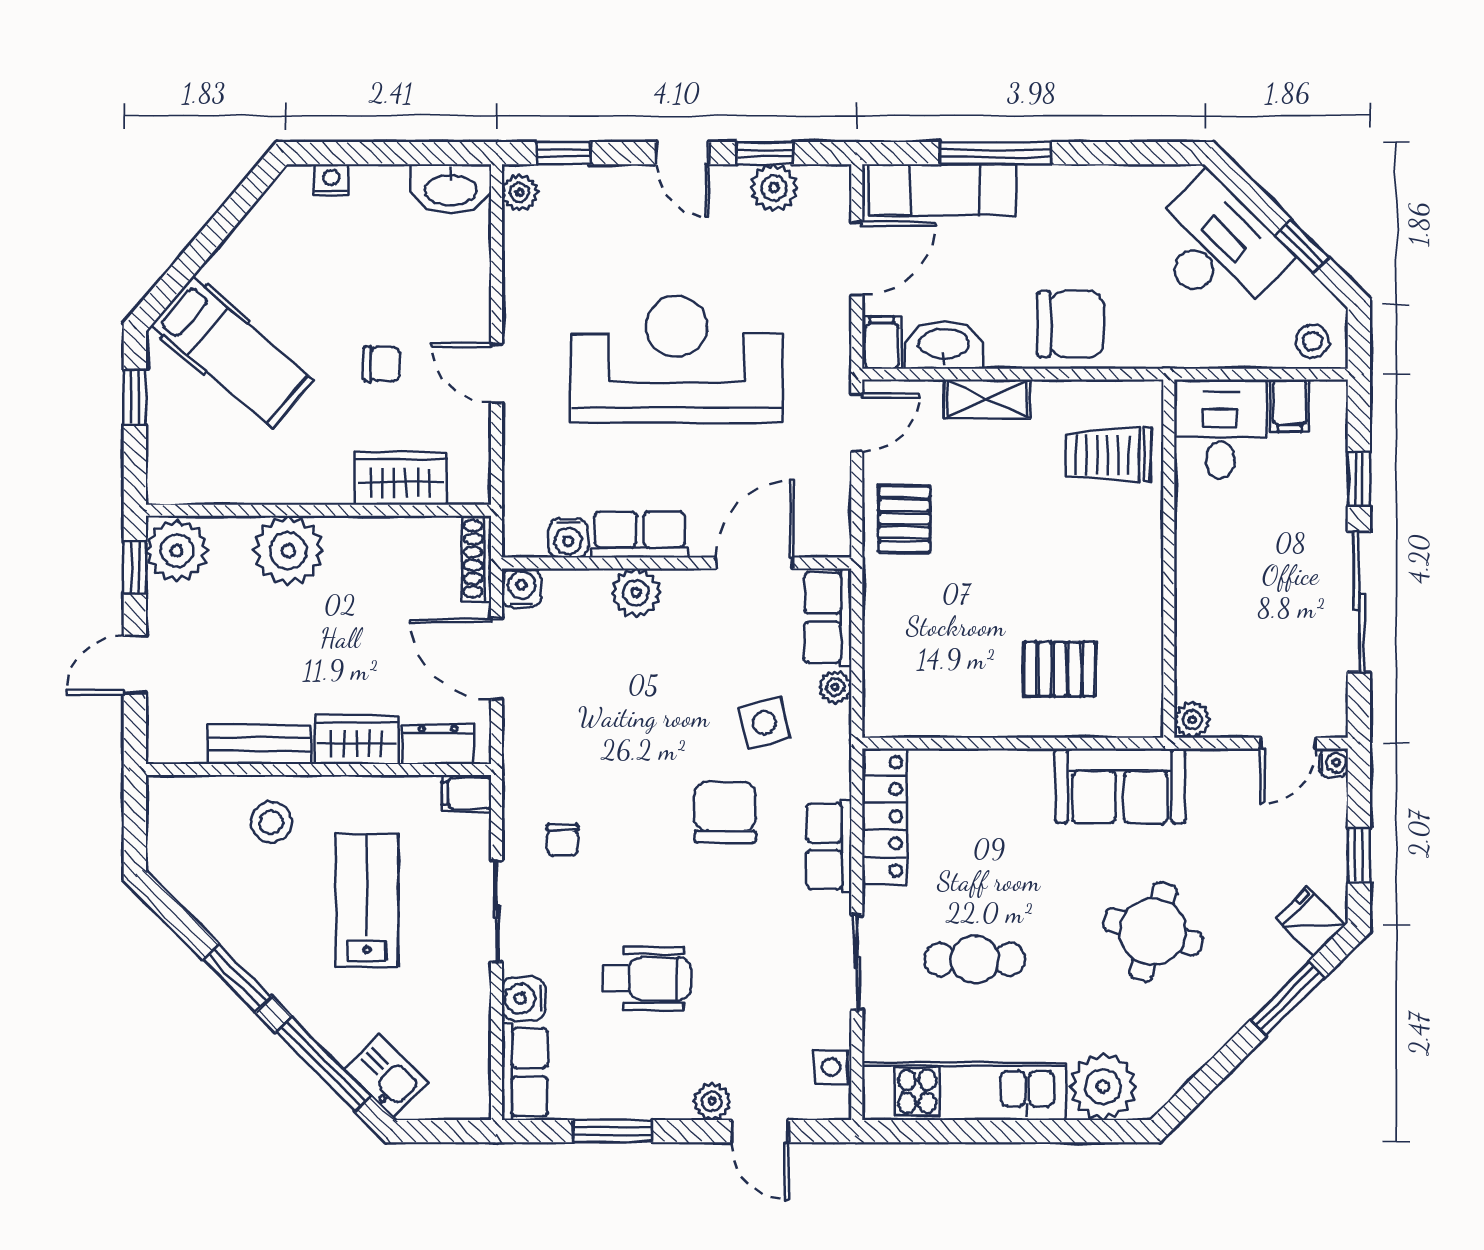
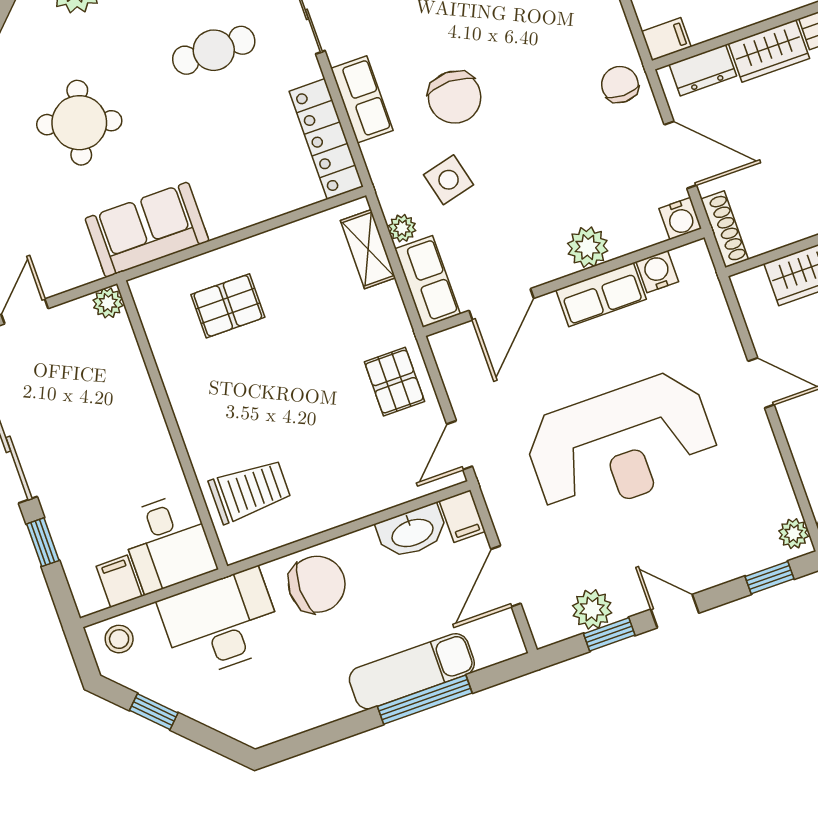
exam couch: (943, 190) -> (412, 671), moved
desk: (1216, 247) -> (221, 623), moved, turned 135
chair: (1071, 324) -> (317, 584), turned 180
shelving: (987, 399) -> (368, 249), moved, turned 90
chair: (563, 840) -> (620, 85), moved, width x1.37, depth x1.37

